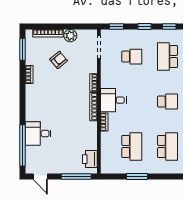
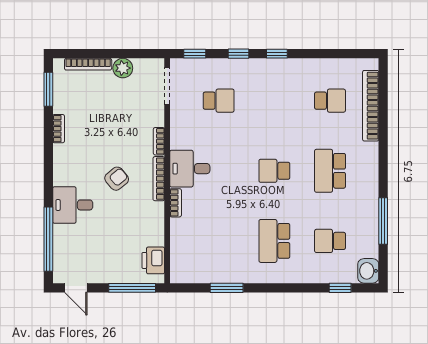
school desk: (168, 57) -> (274, 101), removed
armchair: (59, 60) -> (117, 179), moved
school desk: (168, 102) -> (274, 171), turned 180
desk: (38, 134) -> (73, 205), moved
school desk: (132, 147) -> (219, 241), removed
school desk: (168, 147) -> (274, 241), turned 180

